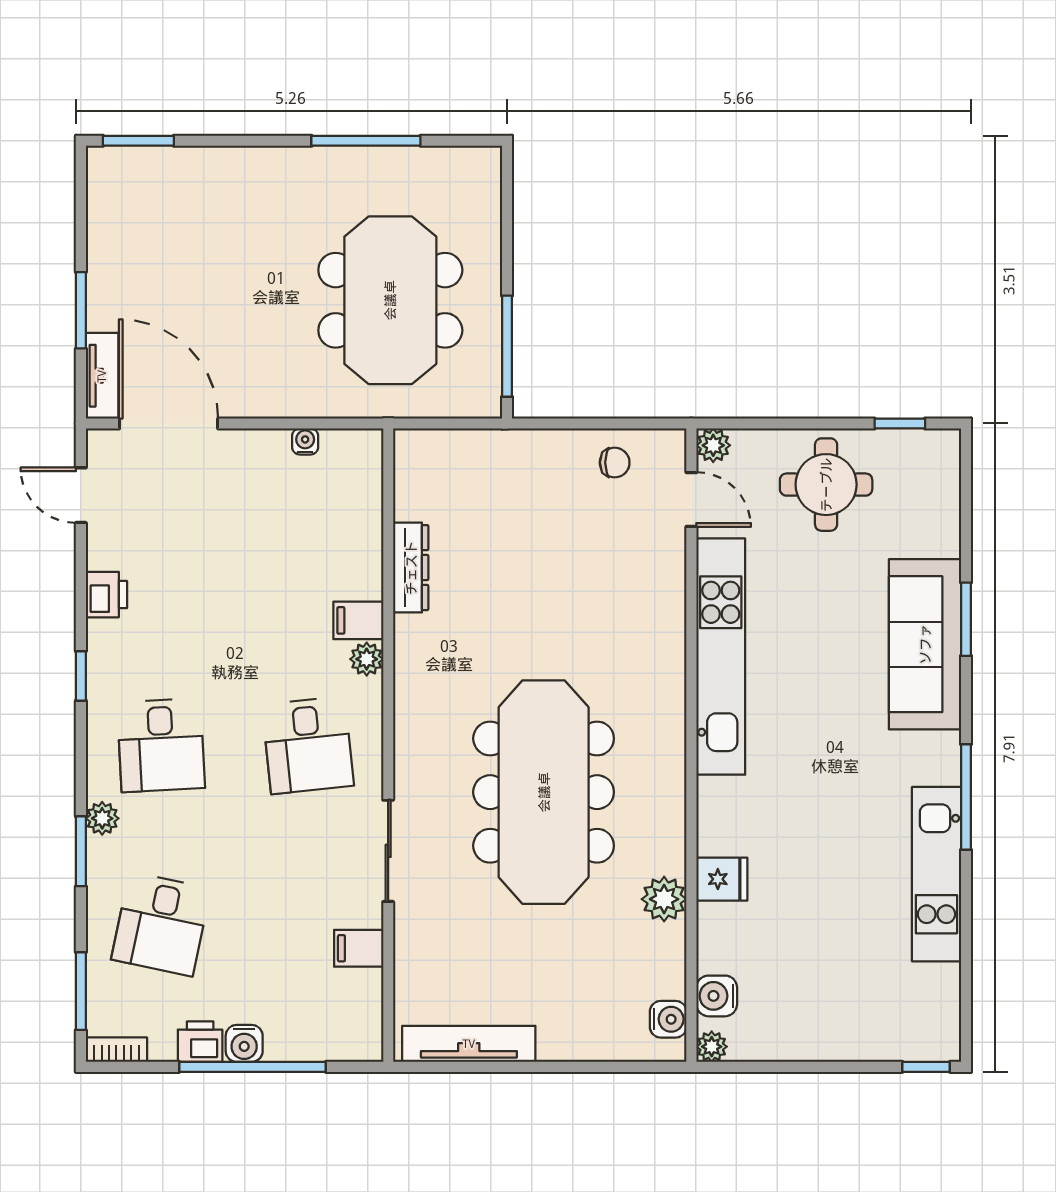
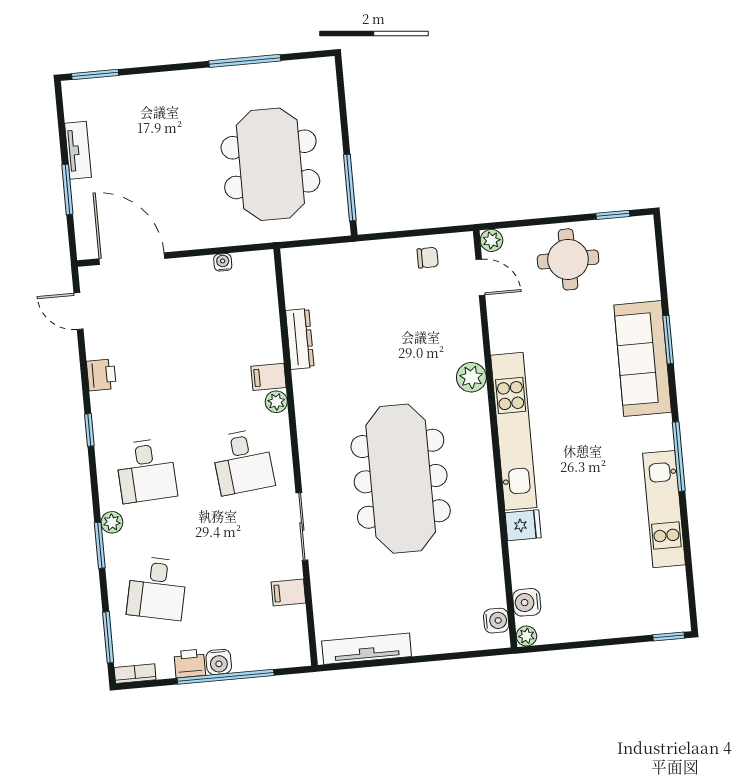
tv unit: (102, 376) -> (78, 150), moved
kitchen unit: (721, 657) -> (514, 431), moved
plant: (664, 899) -> (471, 377), moved

